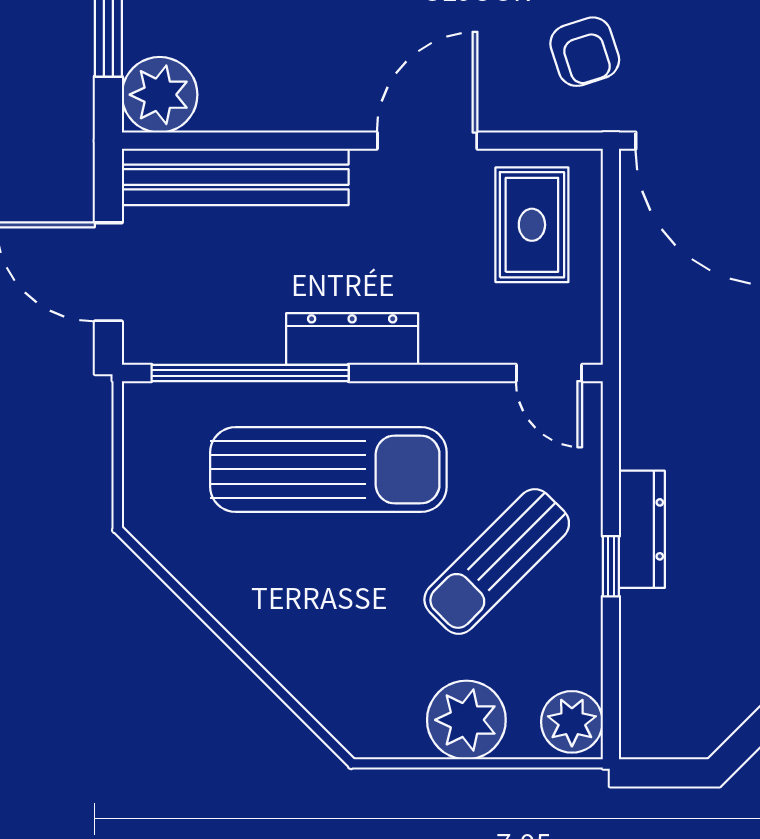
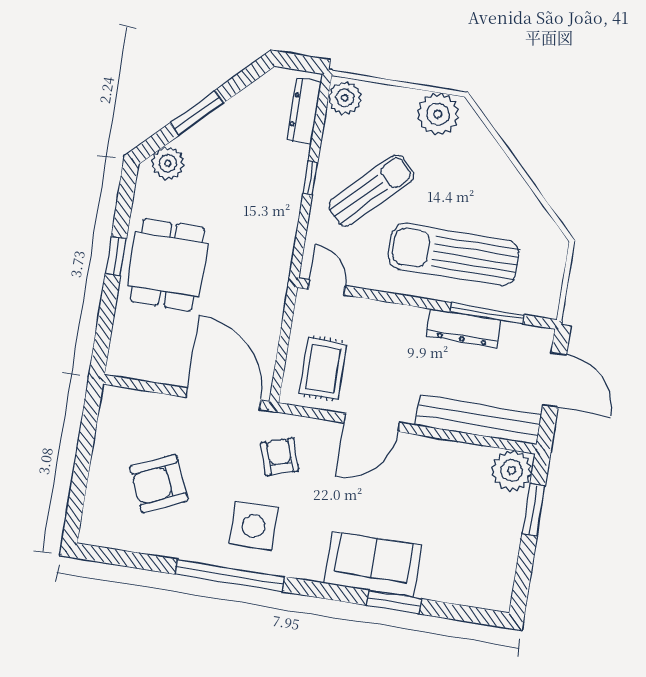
dresser: (352, 339) -> (463, 328), moved
window: (250, 373) -> (487, 313), width x0.68
dresser: (642, 529) -> (304, 111), moved
plant: (466, 720) -> (438, 114), moved

